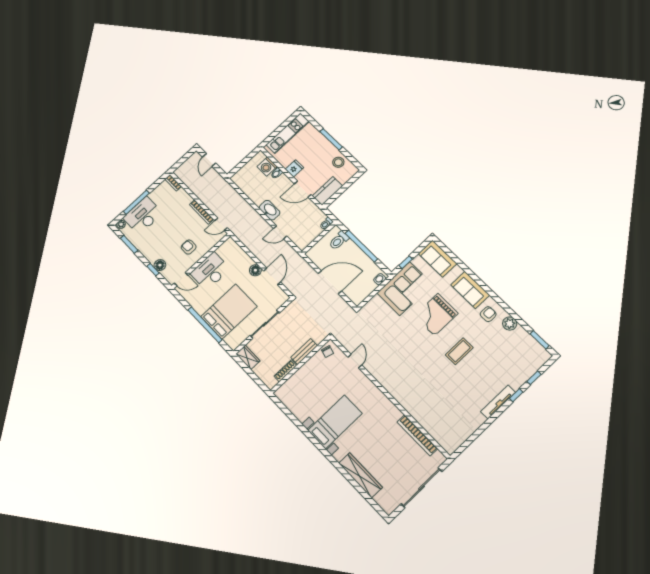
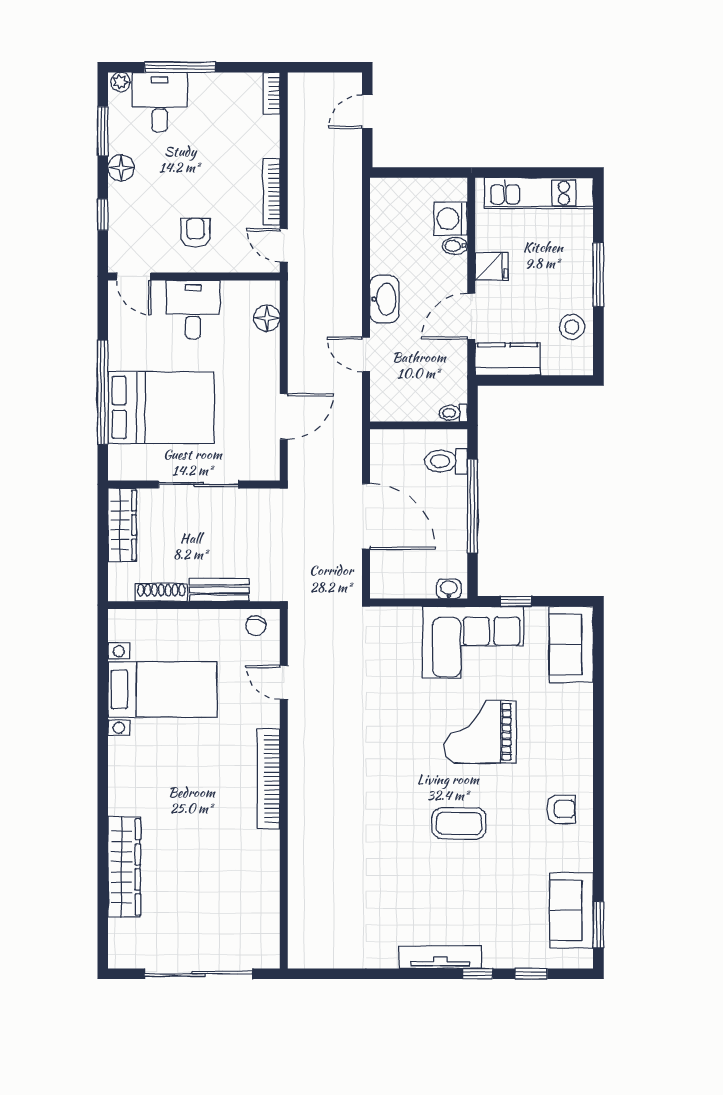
door: (303, 189) -> (471, 316), hinge flipped
desk: (143, 216) -> (160, 102), width x0.73
floor lamp: (160, 265) -> (121, 168), moved
floor lamp: (255, 270) -> (267, 318), moved
desk: (210, 271) -> (193, 309), width x0.73
sofa: (470, 290) -> (571, 910), moved
plant: (510, 324) -> (579, 856), removed
wardrobe: (248, 357) -> (122, 525), width x1.50
door: (355, 361) -> (284, 682), swing flipped
bed with nightstands: (335, 422) -> (162, 689), moved
bookcase: (417, 435) -> (269, 779), moved

